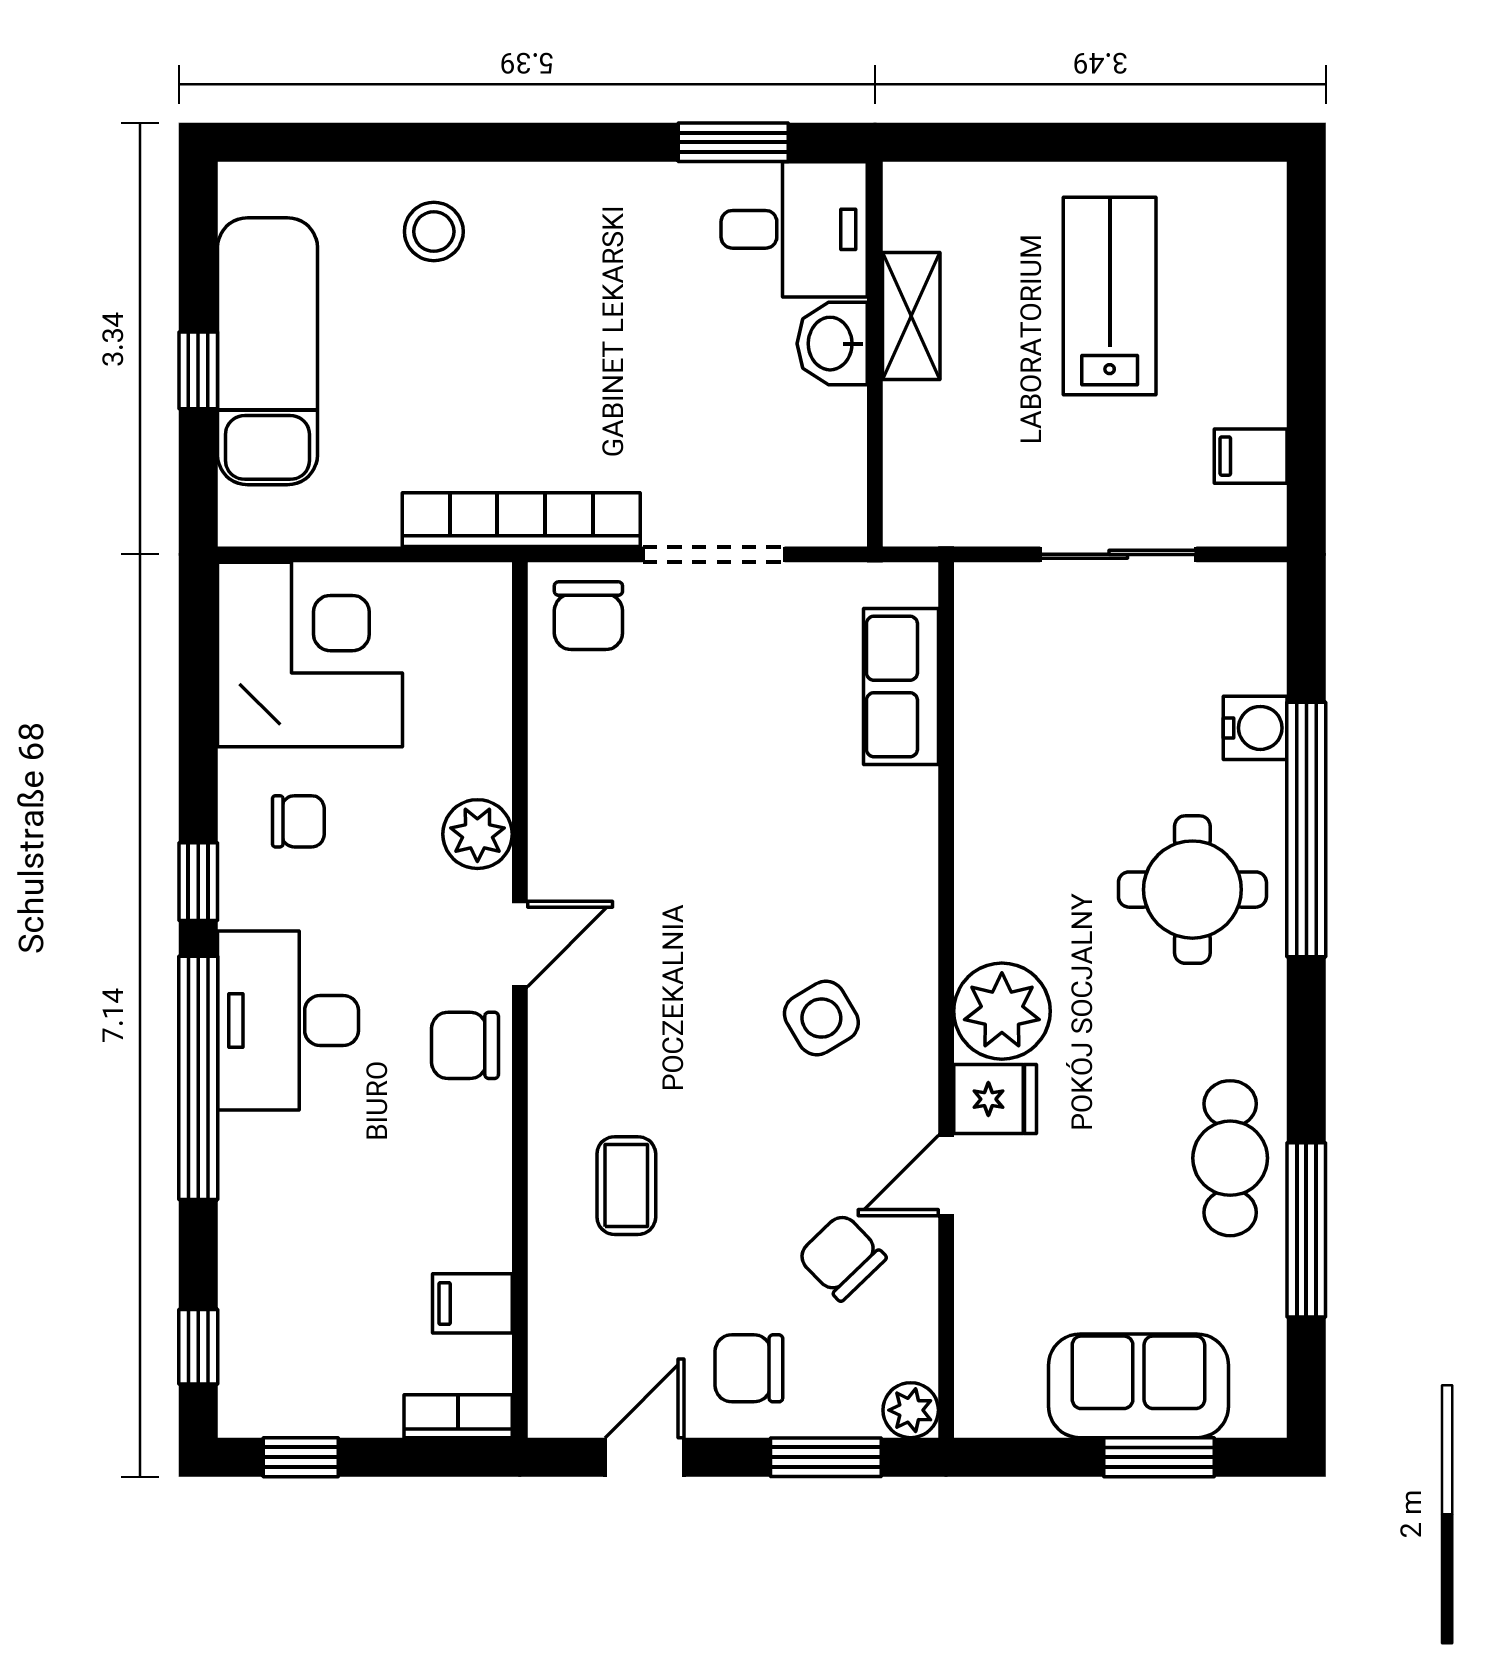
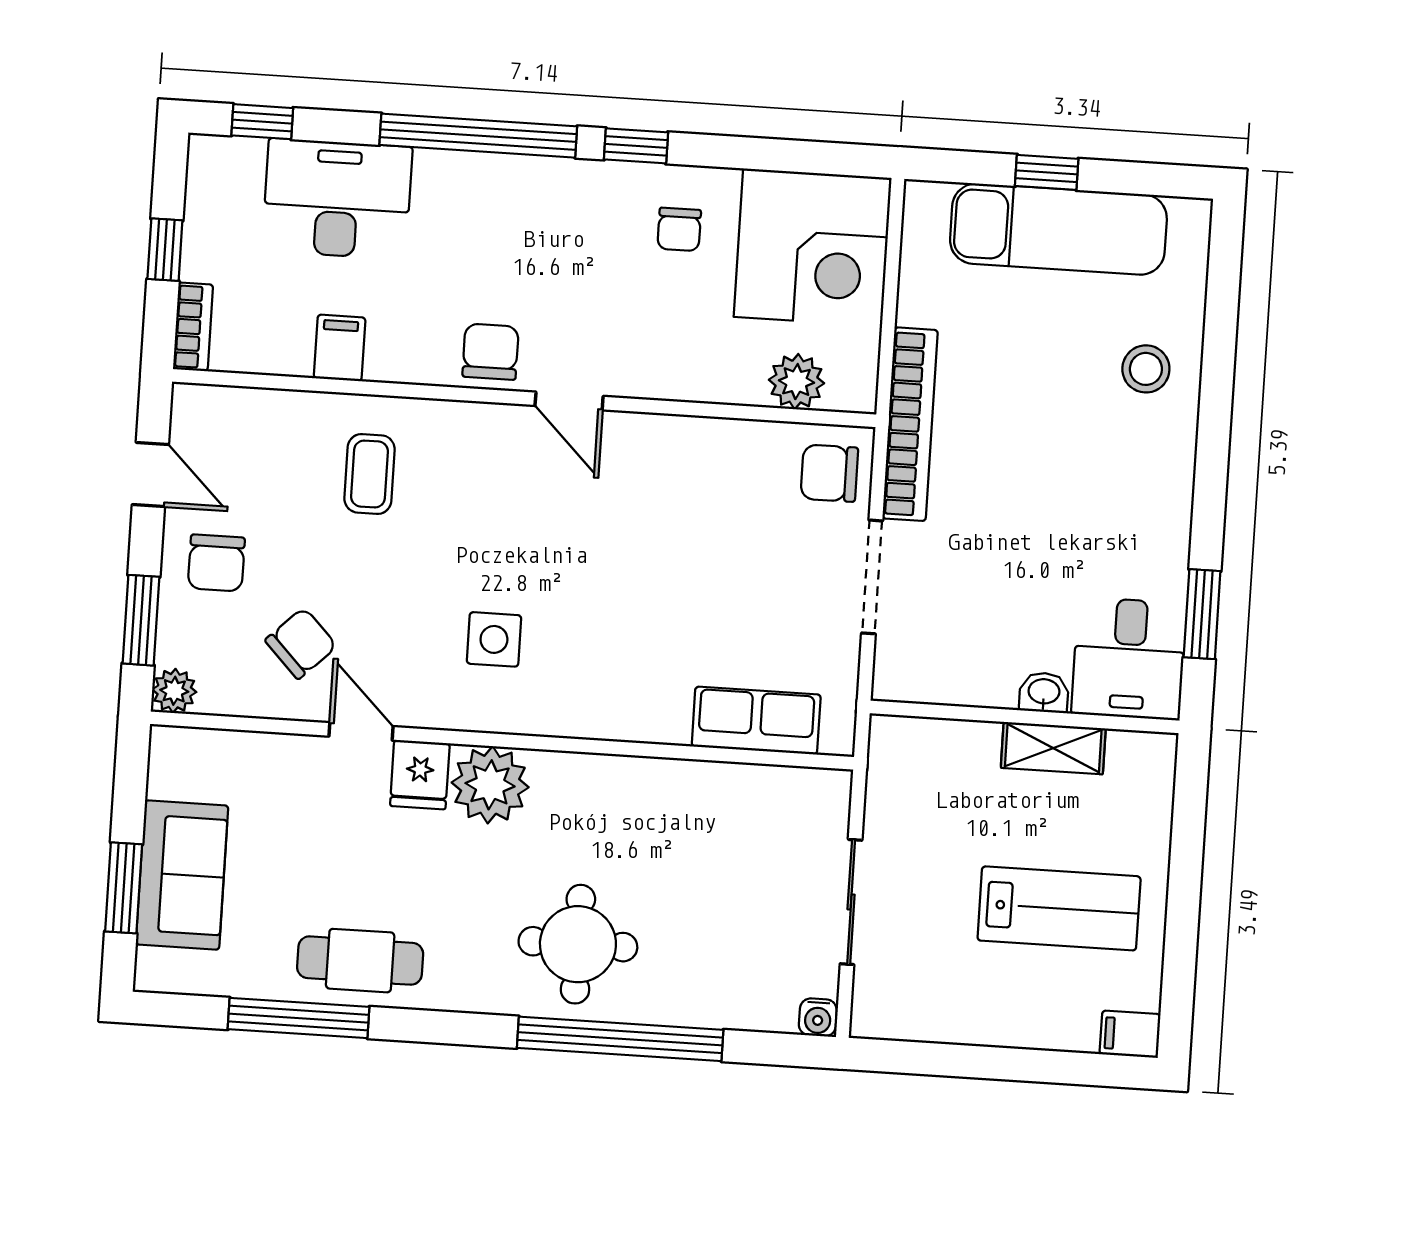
washbasin: (832, 344) -> (1044, 692), width x0.72, depth x0.69
filing cabinet: (1251, 456) -> (1130, 1034), moved, turned -90
water cooler: (1255, 728) -> (818, 1017), moved, width x0.72, depth x0.72
plant: (477, 834) -> (796, 382), moved
side table: (821, 1018) -> (494, 639), turned 31
desk: (288, 1020) -> (337, 199), moved
coffee table: (626, 1186) -> (370, 474), turned 90
filing cabinet: (472, 1303) -> (340, 348), moved
chair: (749, 1368) -> (216, 563), turned 180
window: (301, 1457) -> (165, 250), moved

